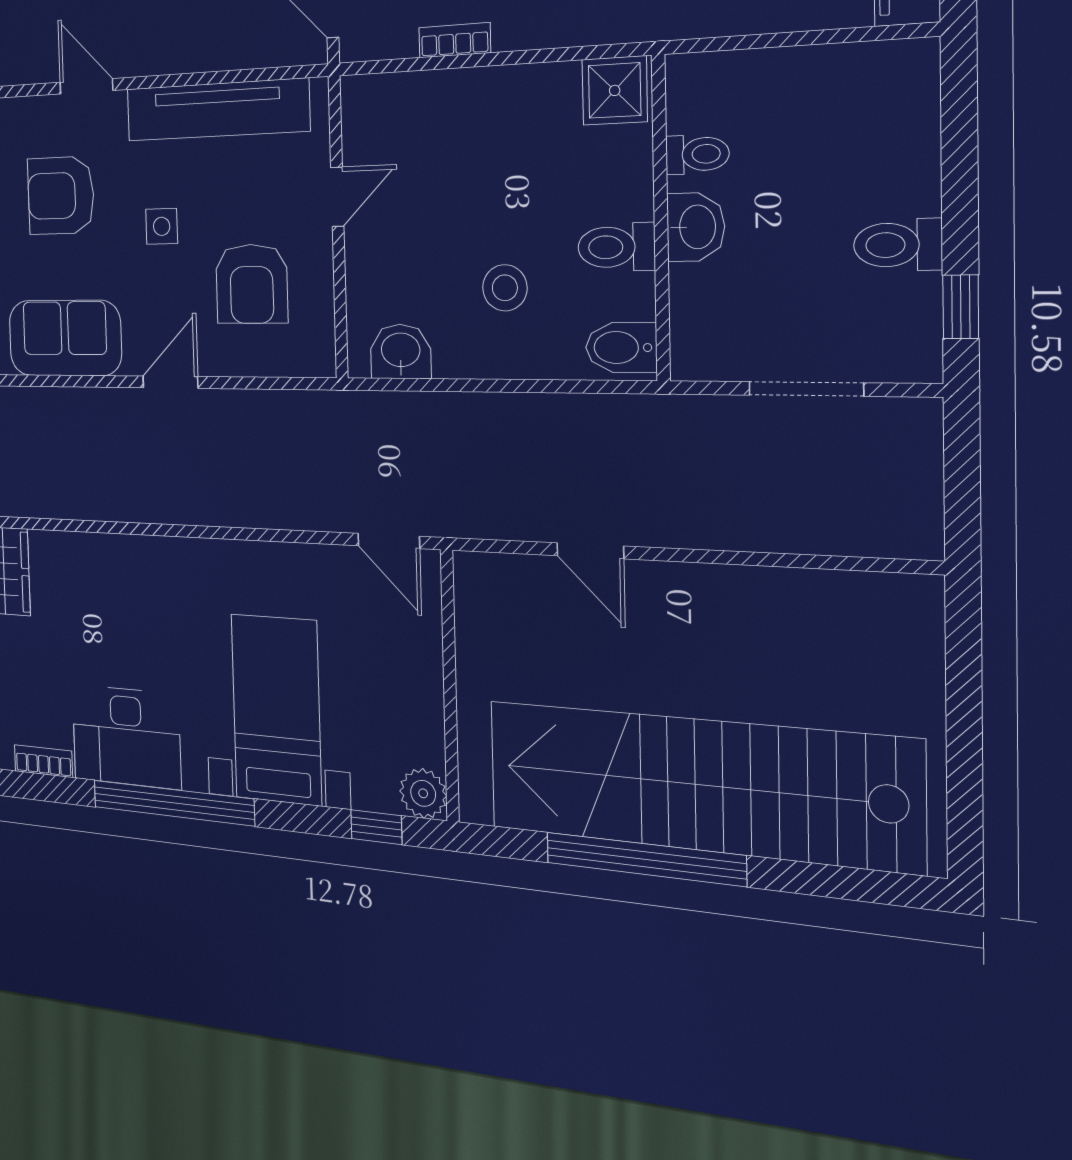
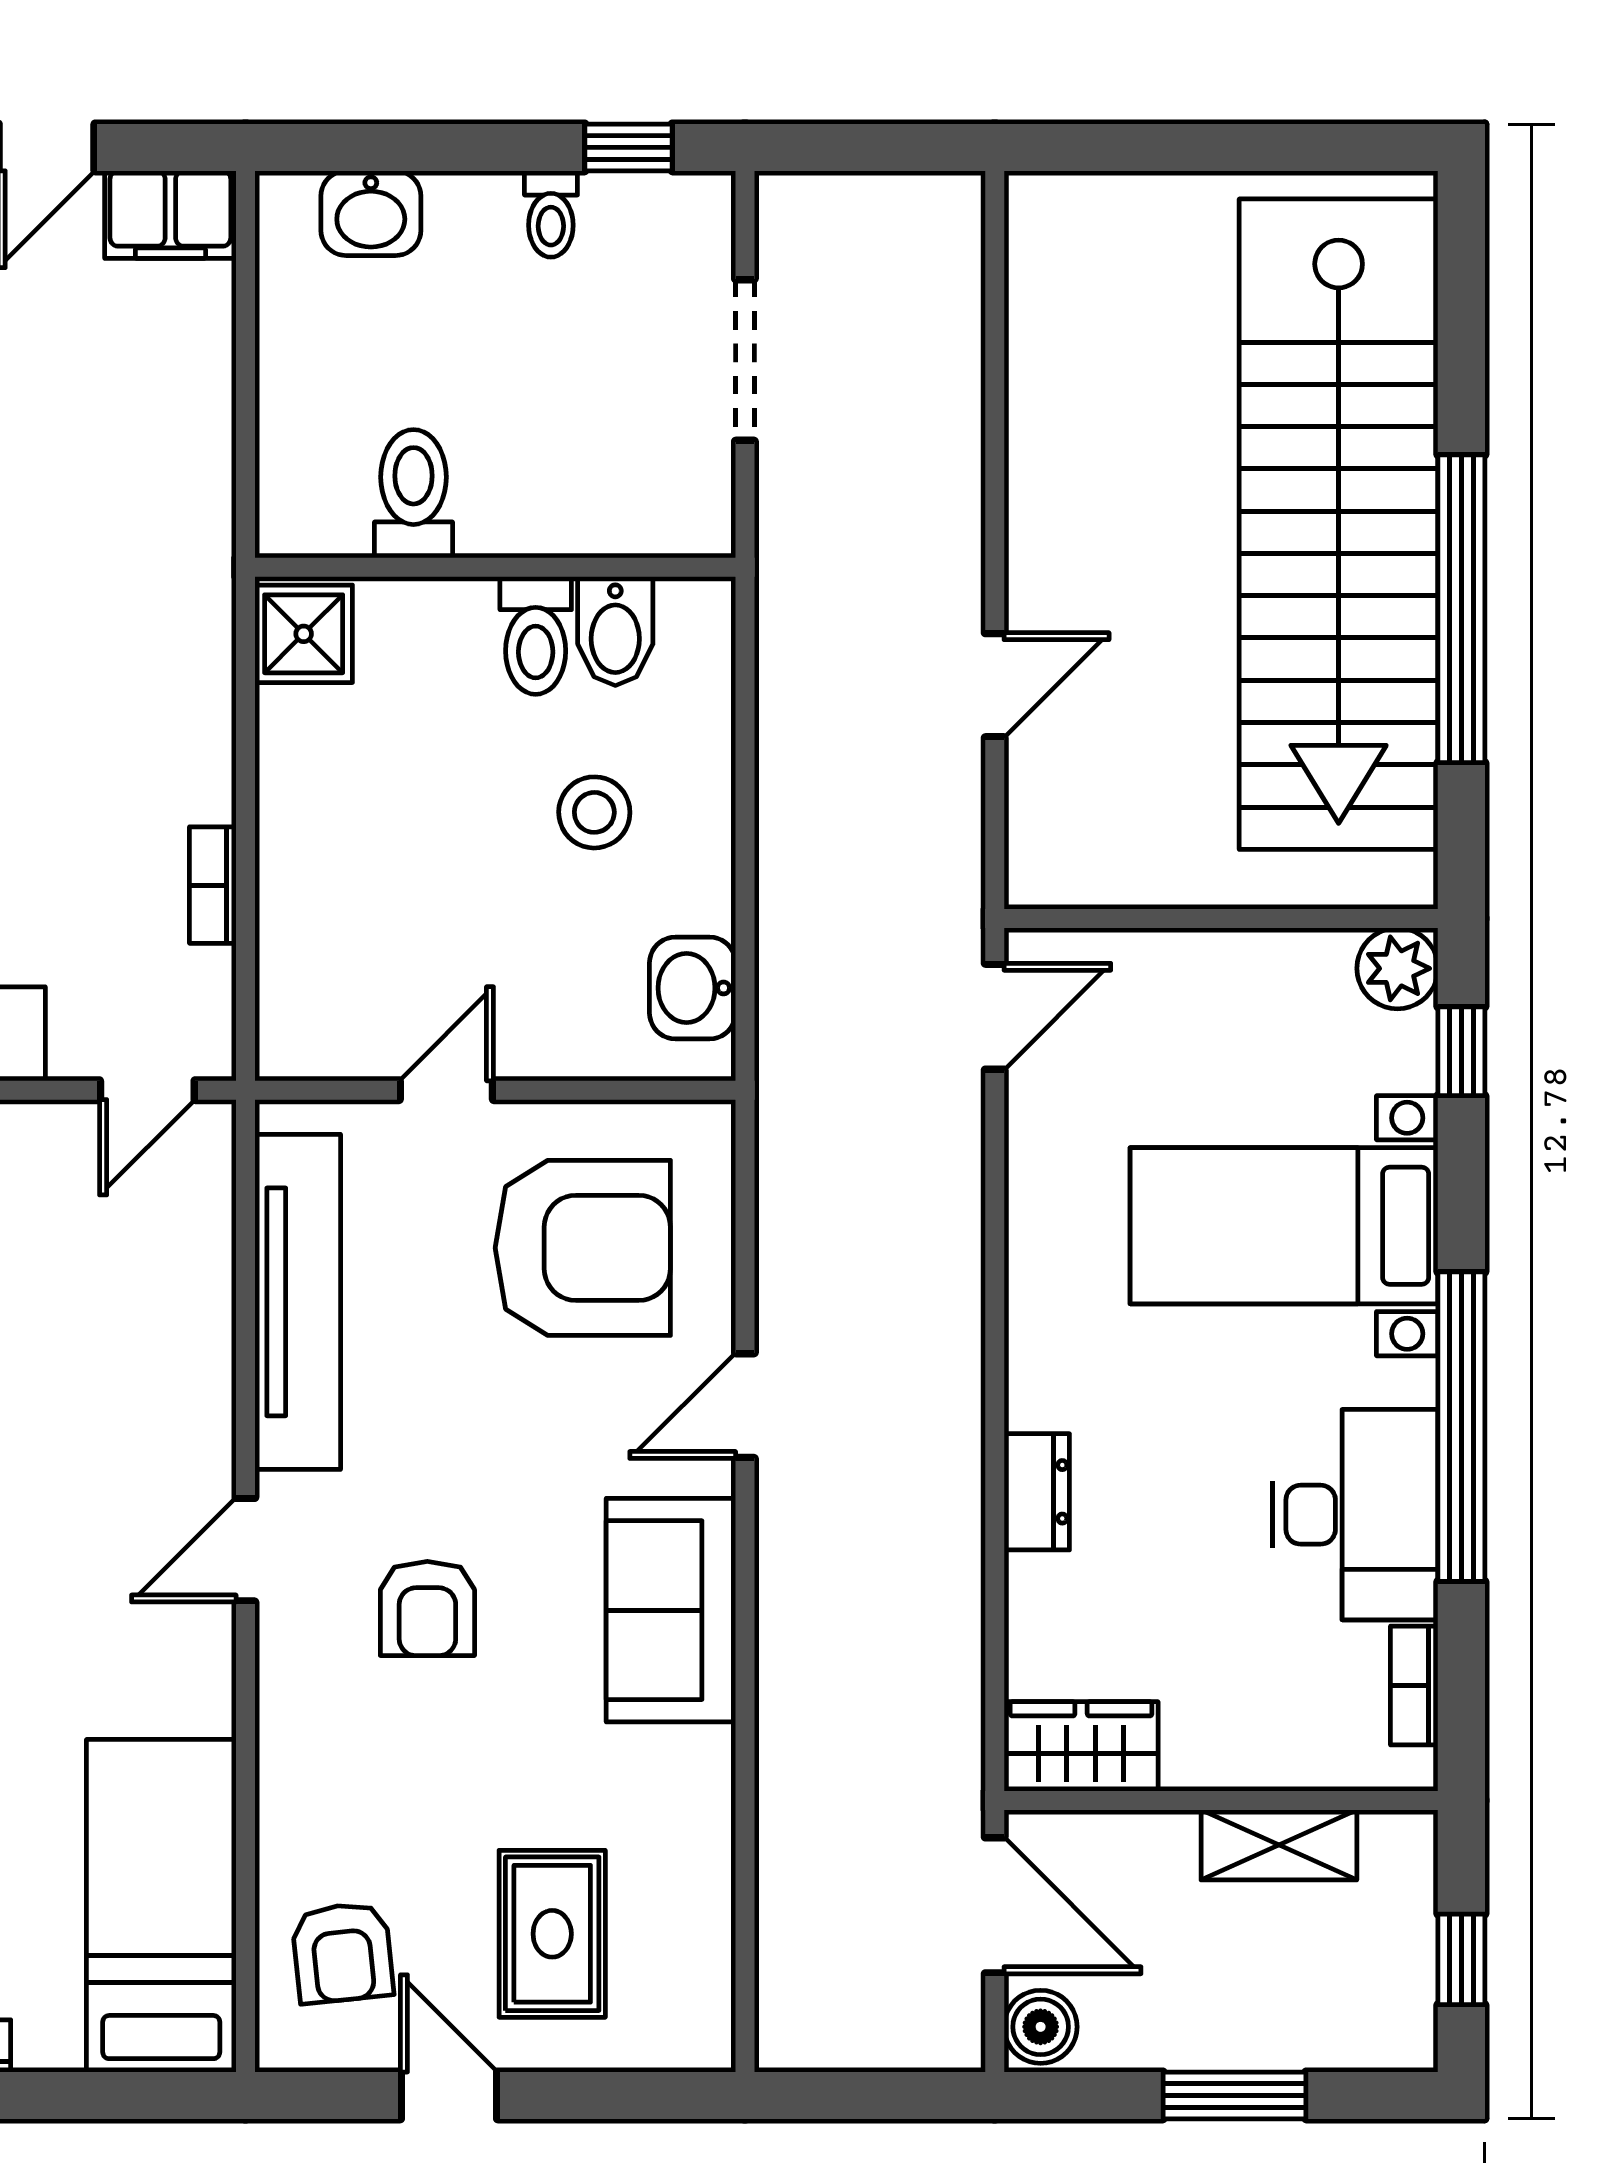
toilet: (697, 154) -> (413, 494), width x1.37, depth x1.39
armchair: (61, 196) -> (427, 1608), width x0.72, depth x0.72
door: (337, 197) -> (446, 1090), hinge flipped
side table: (162, 226) -> (485, 1413), removed
washbasin: (696, 227) -> (371, 213), moved, turned 180
toilet: (898, 245) -> (551, 214), width x0.73, depth x0.72
armchair: (252, 284) -> (583, 1248), width x1.36, depth x1.36
bidet: (621, 347) -> (615, 631), moved
door: (170, 382) -> (745, 1406), hinge flipped
dresser: (132, 553) -> (1037, 1492), added

